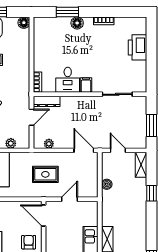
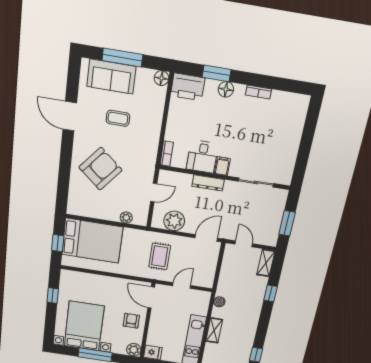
printer: (138, 47) -> (188, 87), moved, turned -90
dresser: (47, 101) -> (208, 183), moved
plant: (49, 144) -> (174, 221), width x1.88, depth x1.88
door: (84, 150) -> (206, 238), hinge flipped
rug: (45, 174) -> (160, 256), turned 90
boiler: (107, 184) -> (219, 302), moved

